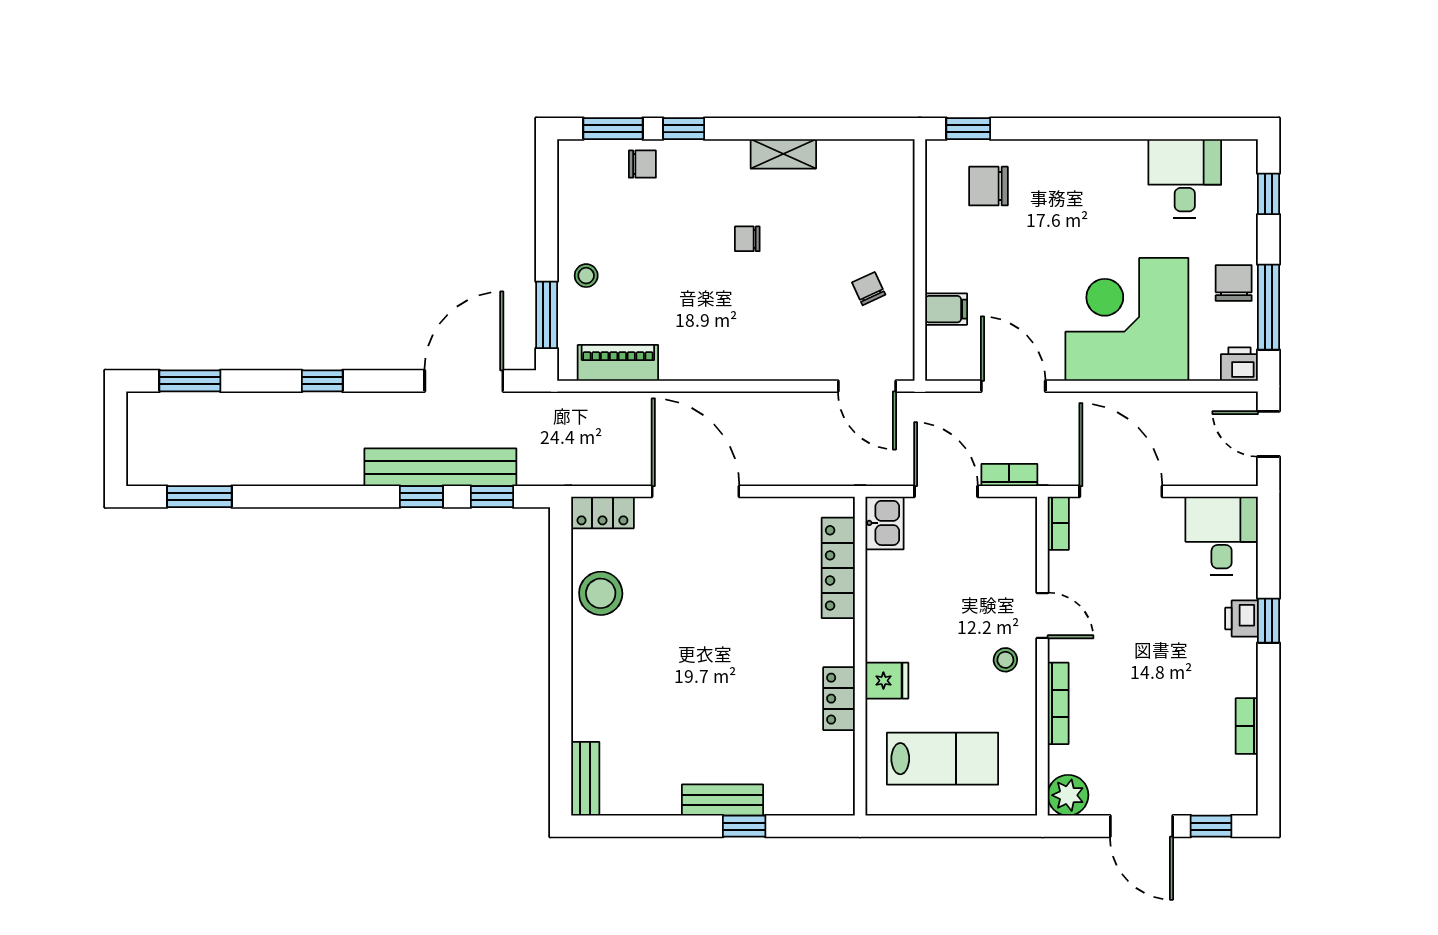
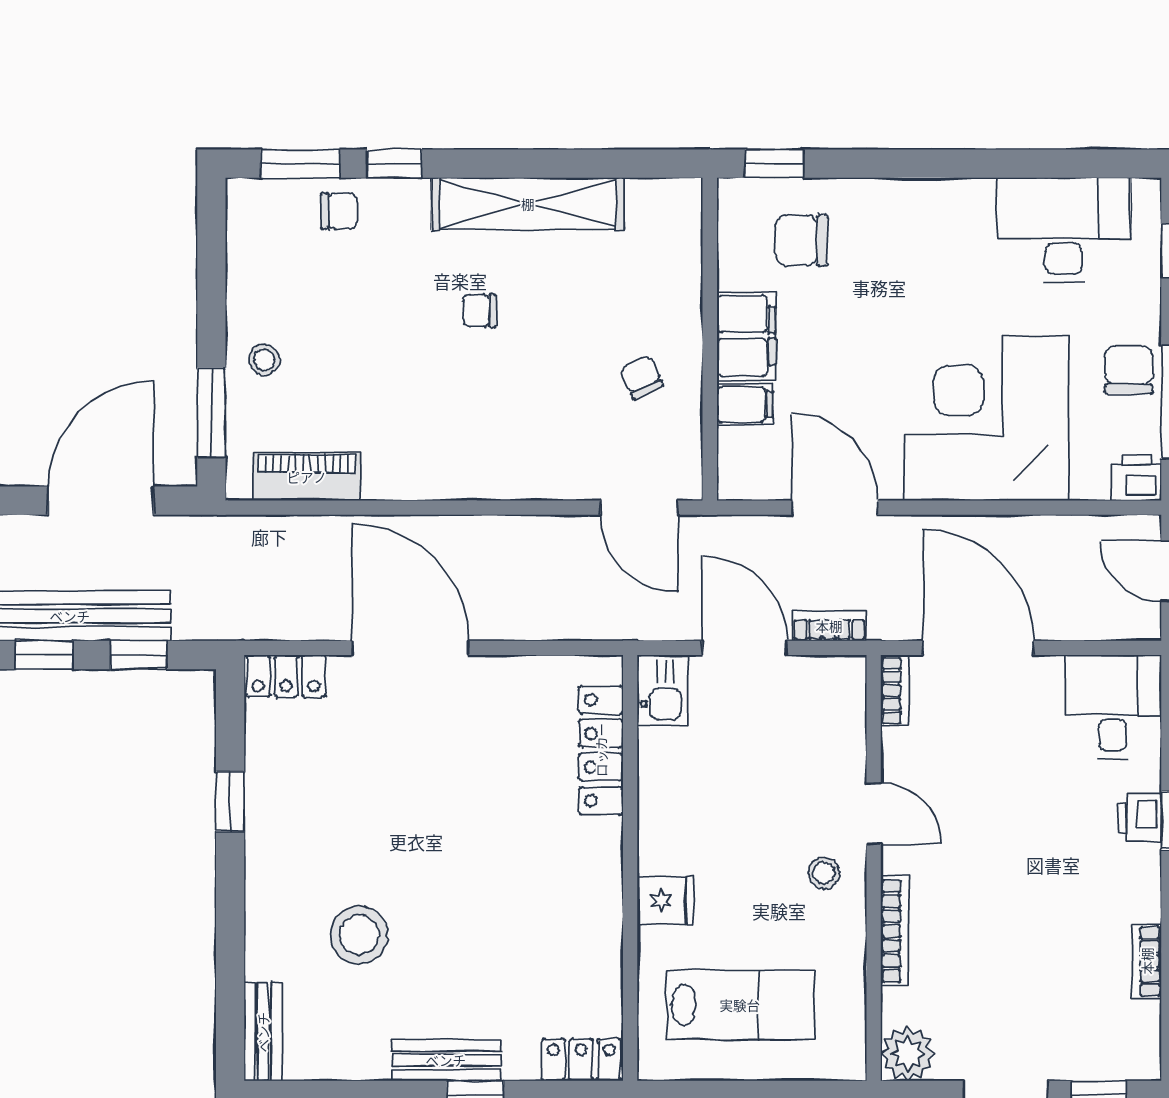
shelving: (783, 154) -> (528, 204), width x2.20, depth x1.33
desk: (1185, 178) -> (1064, 230), width x1.37
filing cabinet: (947, 258) -> (746, 336), added
stool: (601, 593) -> (359, 935), moved
window: (561, 606) -> (230, 801), added
locker: (839, 699) -> (581, 1060), moved, turned 90

